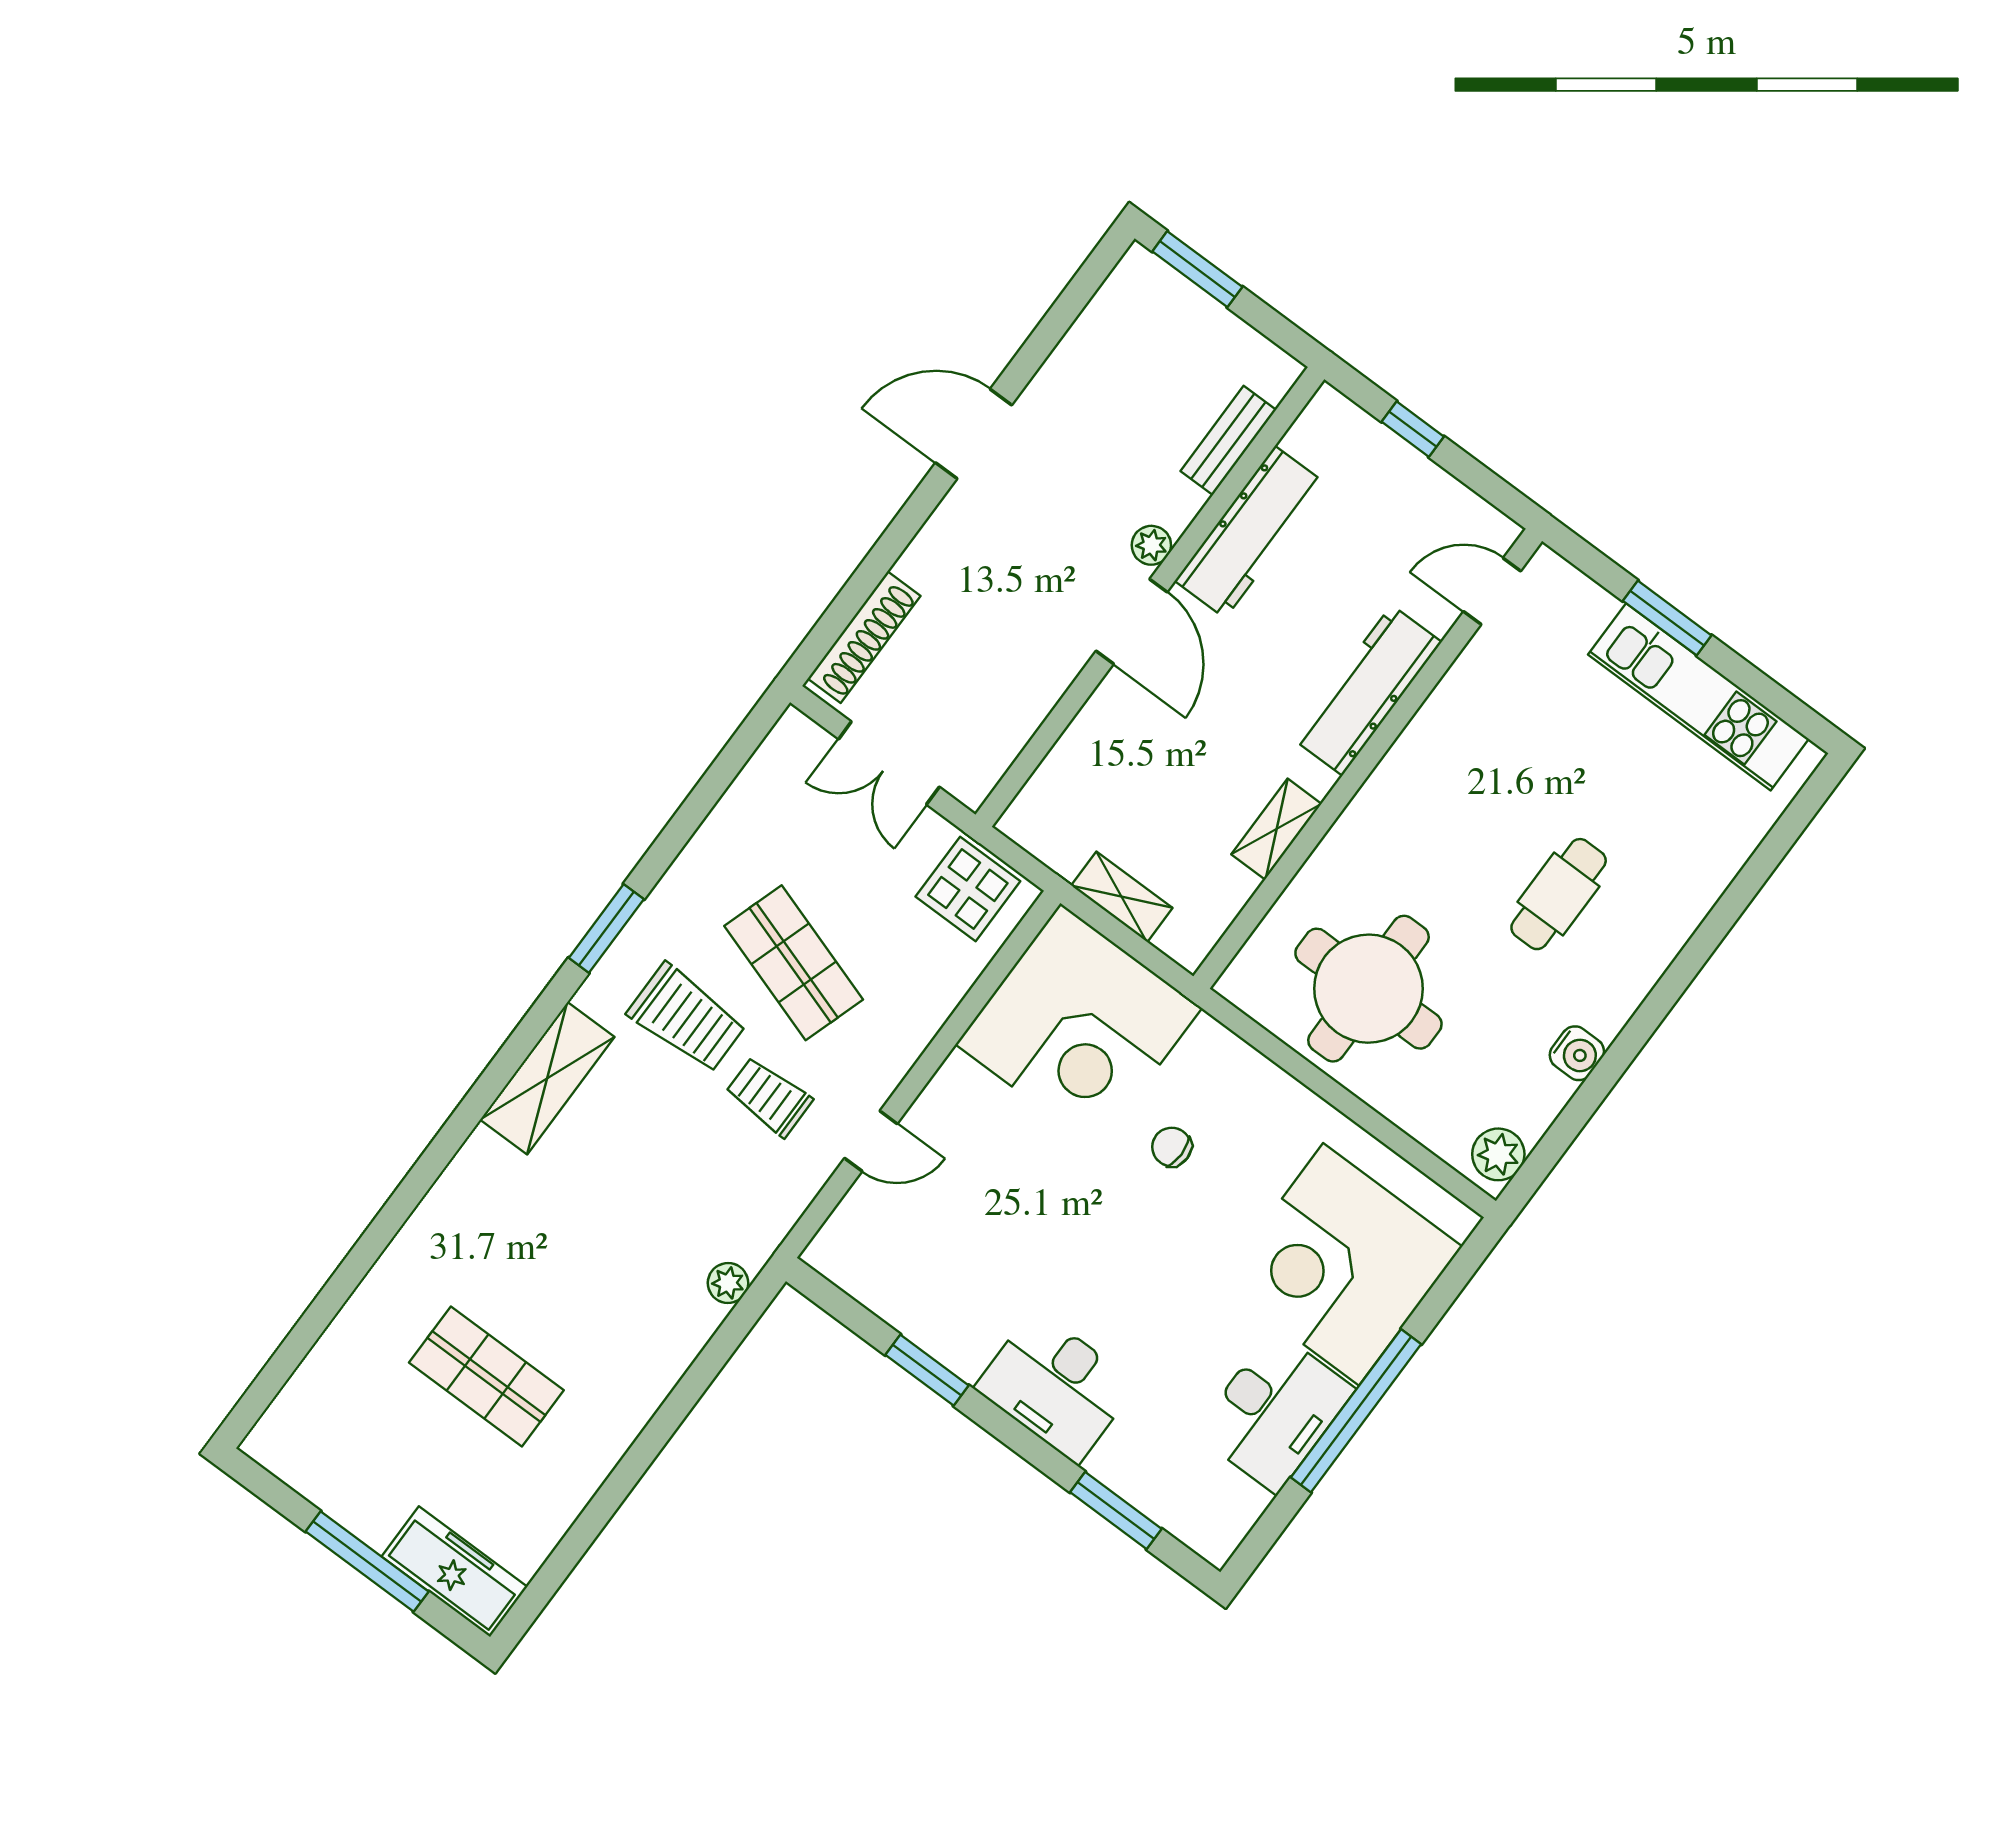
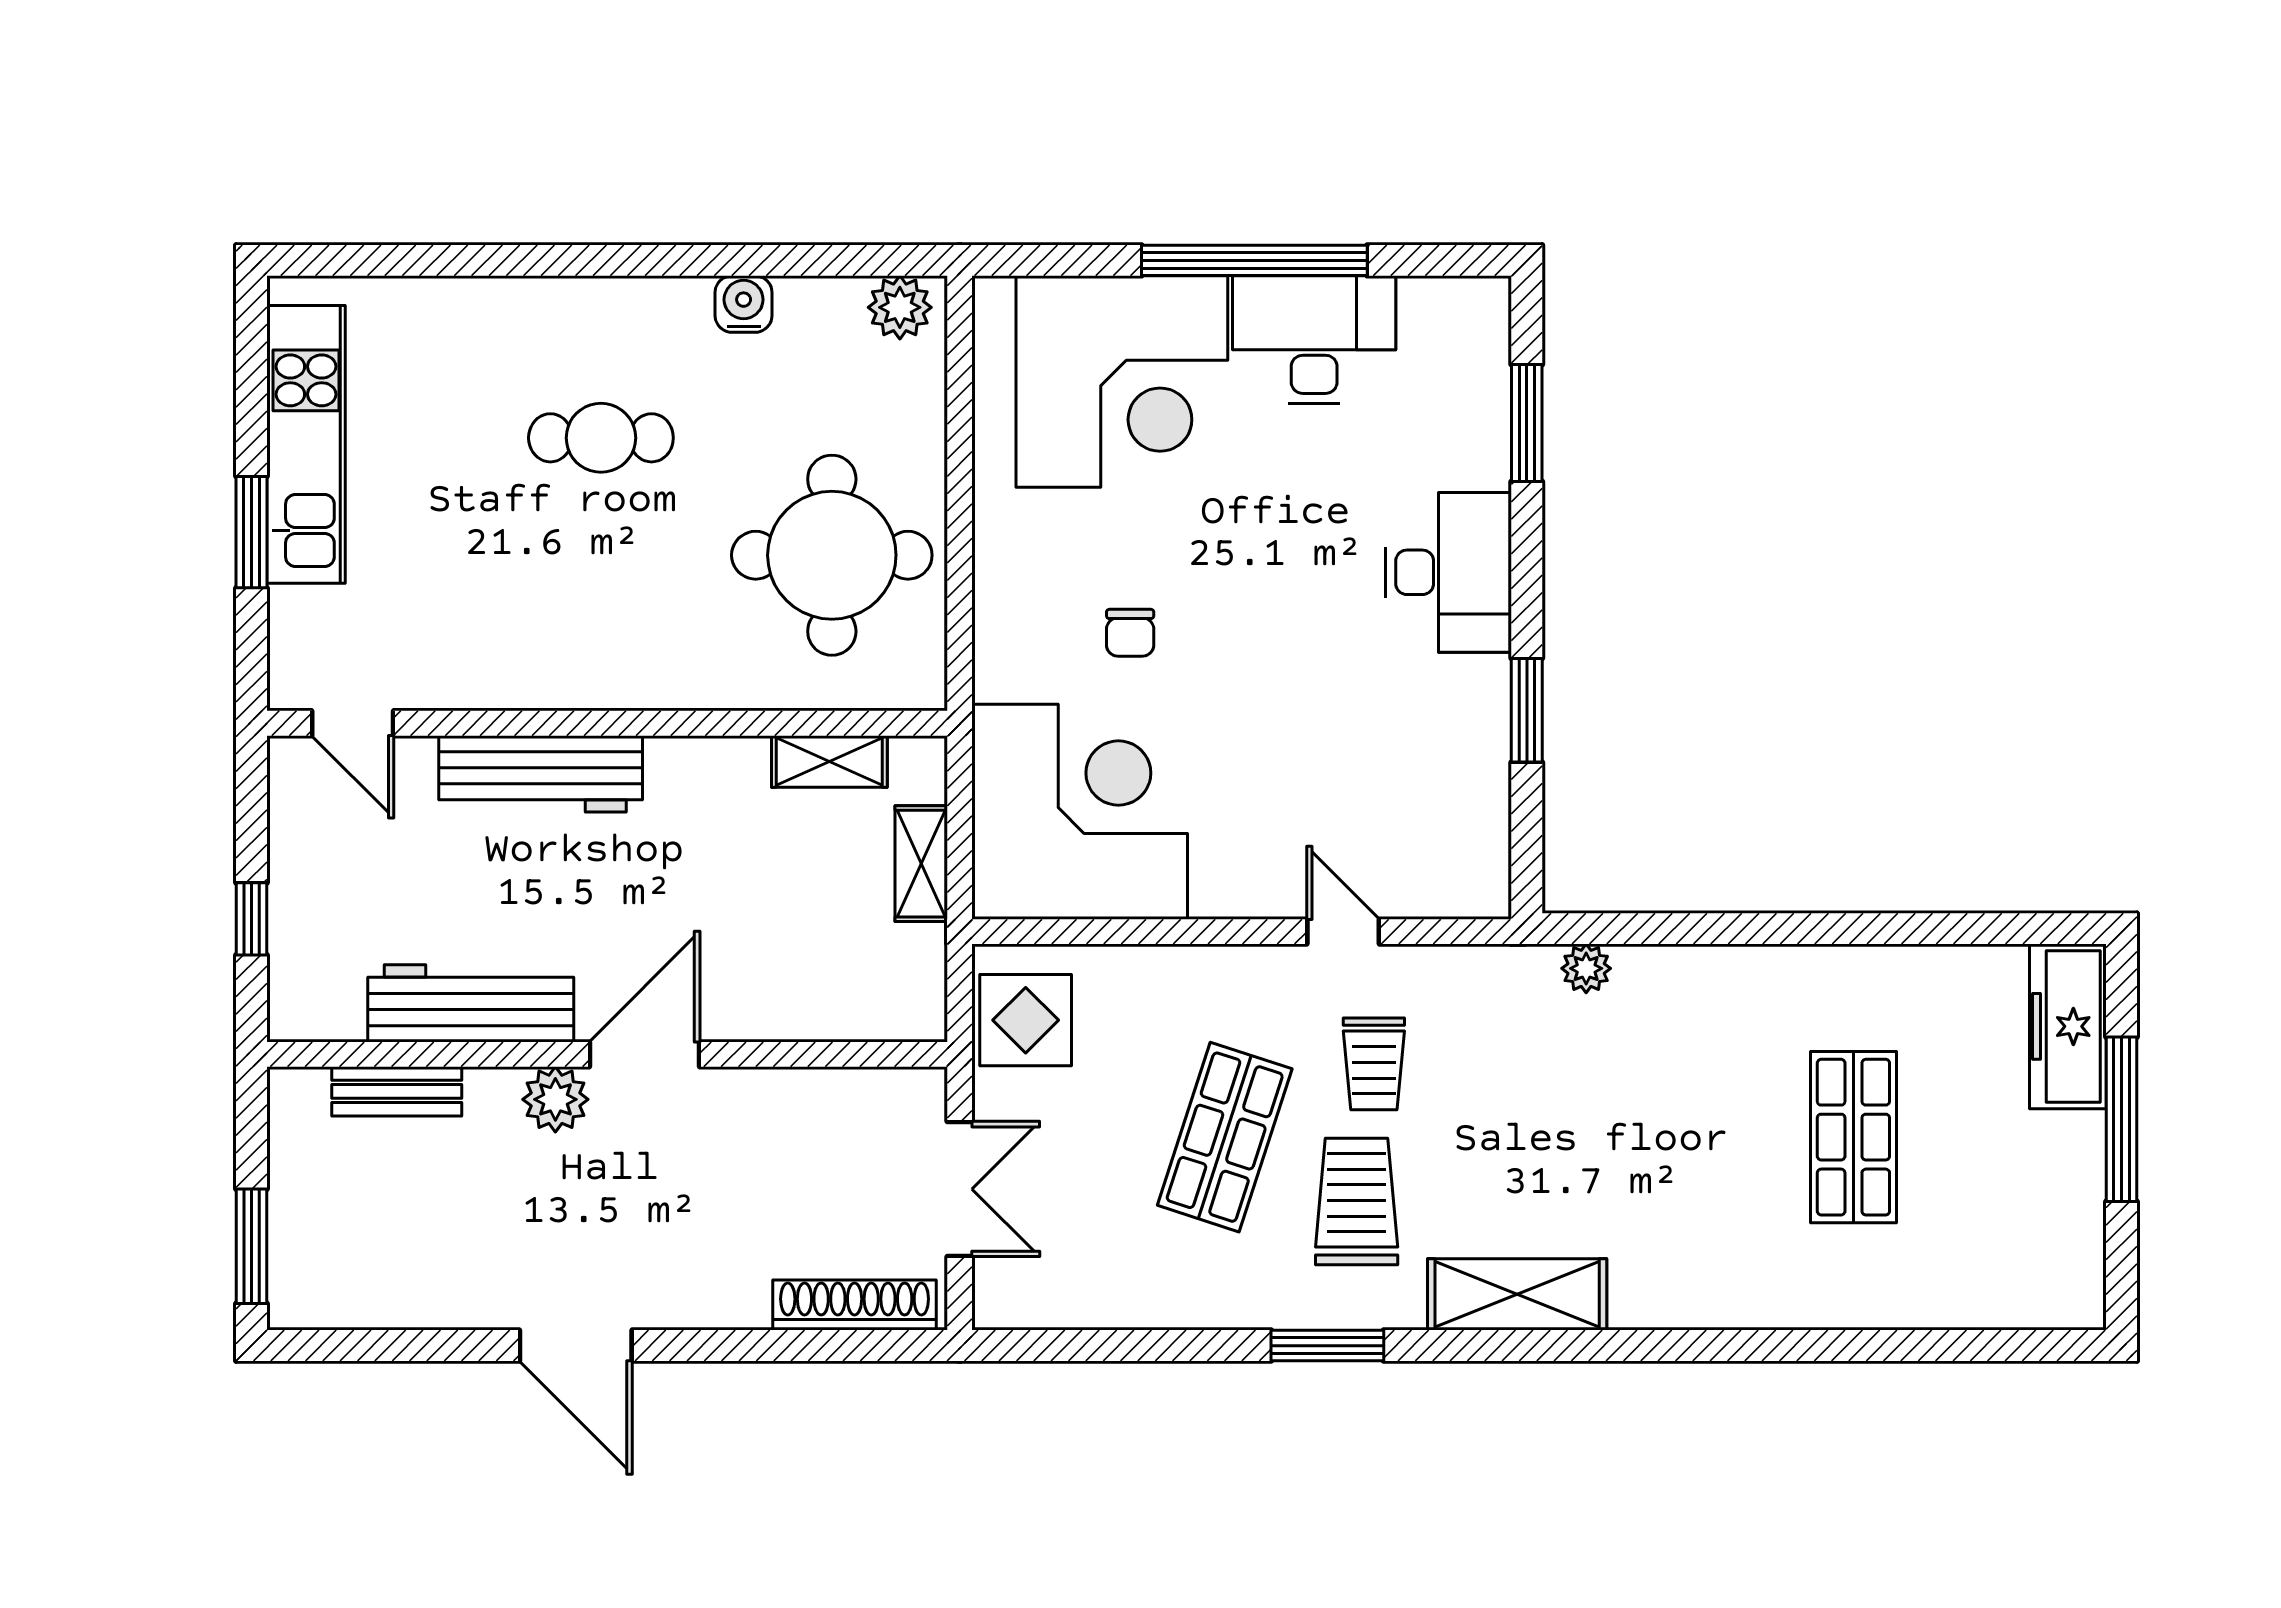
plant: (1151, 545) -> (555, 1099), width x1.38, depth x1.38
shelving: (1276, 829) -> (829, 761), moved

